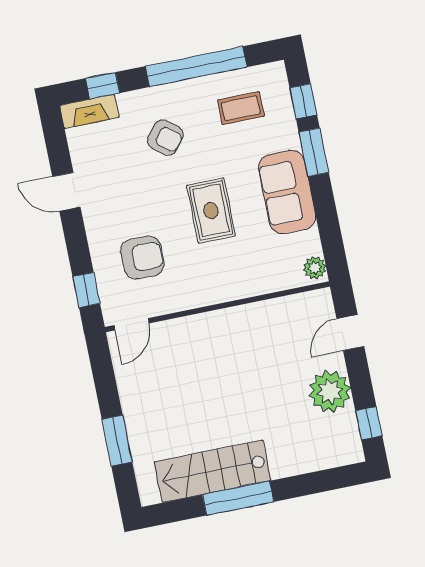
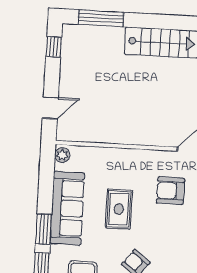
sofa: (287, 192) -> (67, 208), width x1.36
plant: (330, 391) -> (73, 74), removed
window: (238, 498) -> (101, 18), moved

